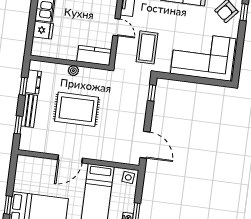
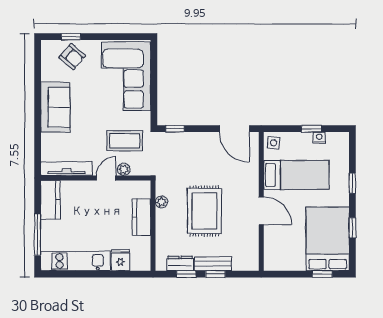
plant: (122, 43) -> (124, 169), added
kitchen counter: (94, 55) -> (141, 217), moved
plant: (73, 71) -> (161, 202), moved
window: (18, 125) -> (215, 274), moved
door: (145, 145) -> (234, 129), swing flipped

